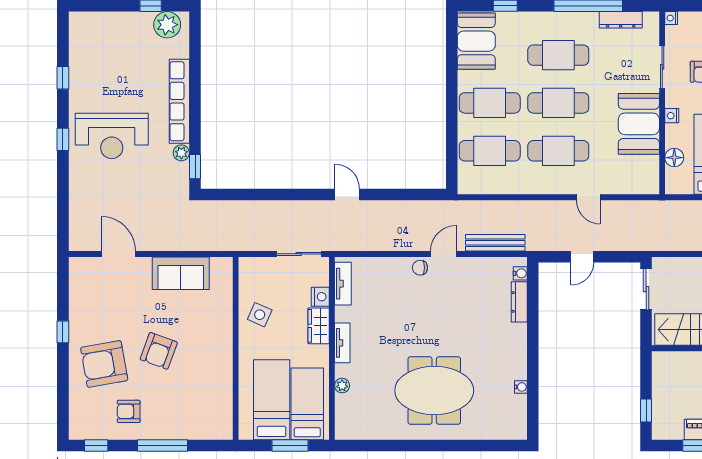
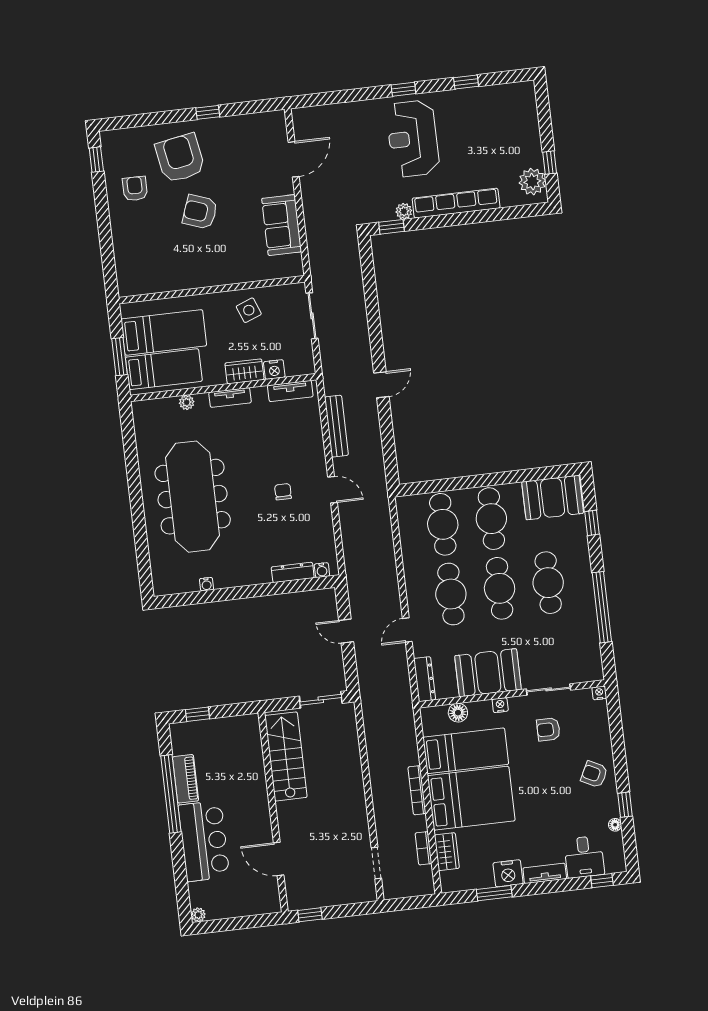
dresser: (621, 20) -> (425, 679), moved, turned 180
bench: (495, 243) -> (336, 426), moved
sliding door: (299, 254) -> (312, 316), moved
chair: (420, 268) -> (283, 492), moved
side table: (260, 315) -> (249, 310), turned 45
meeting table: (434, 391) -> (193, 497), width x1.36
window: (163, 445) -> (104, 227), removed

